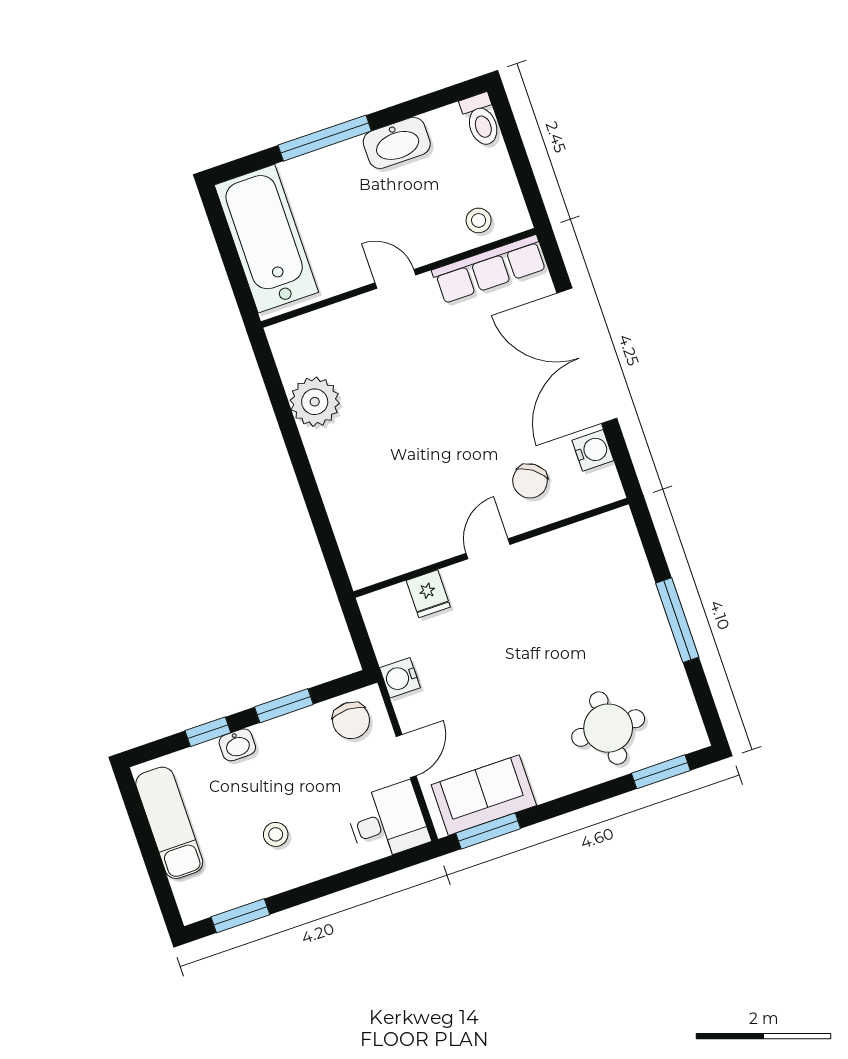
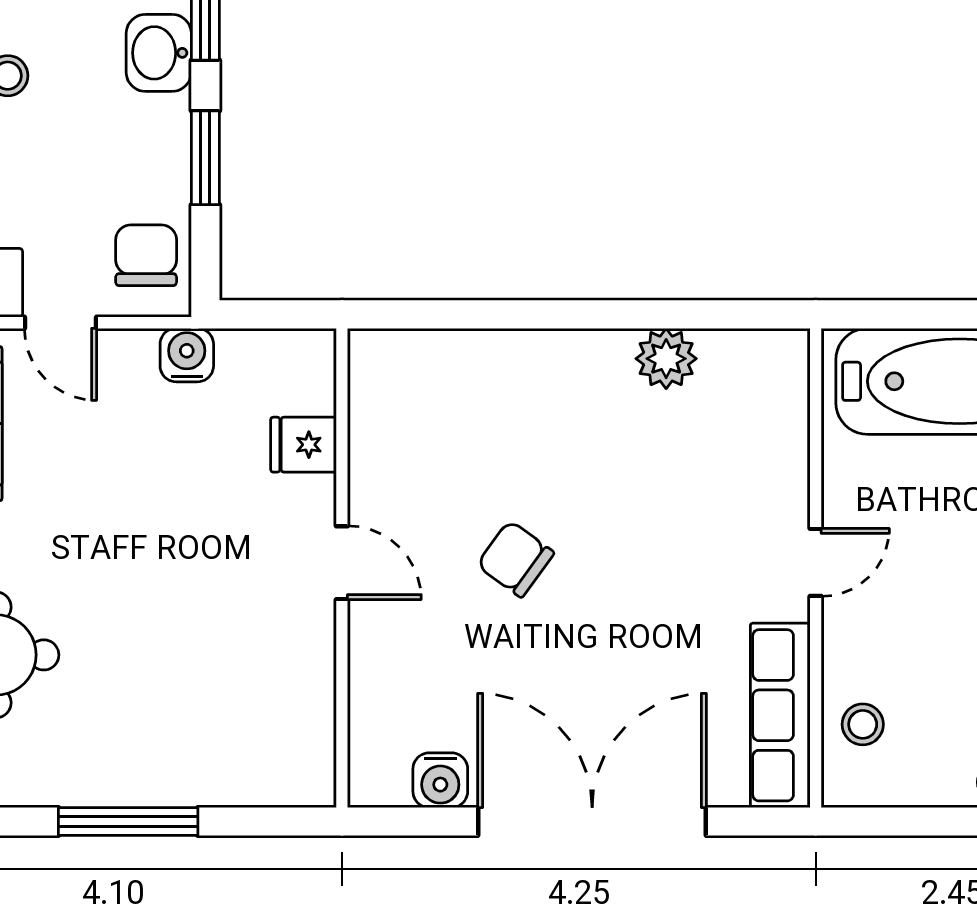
plant: (315, 402) -> (666, 359), width x0.73, depth x0.73
chair: (530, 481) -> (515, 559), moved
chair: (351, 720) -> (146, 255), turned 90
washbasin: (237, 745) -> (159, 53), width x1.38, depth x1.45

